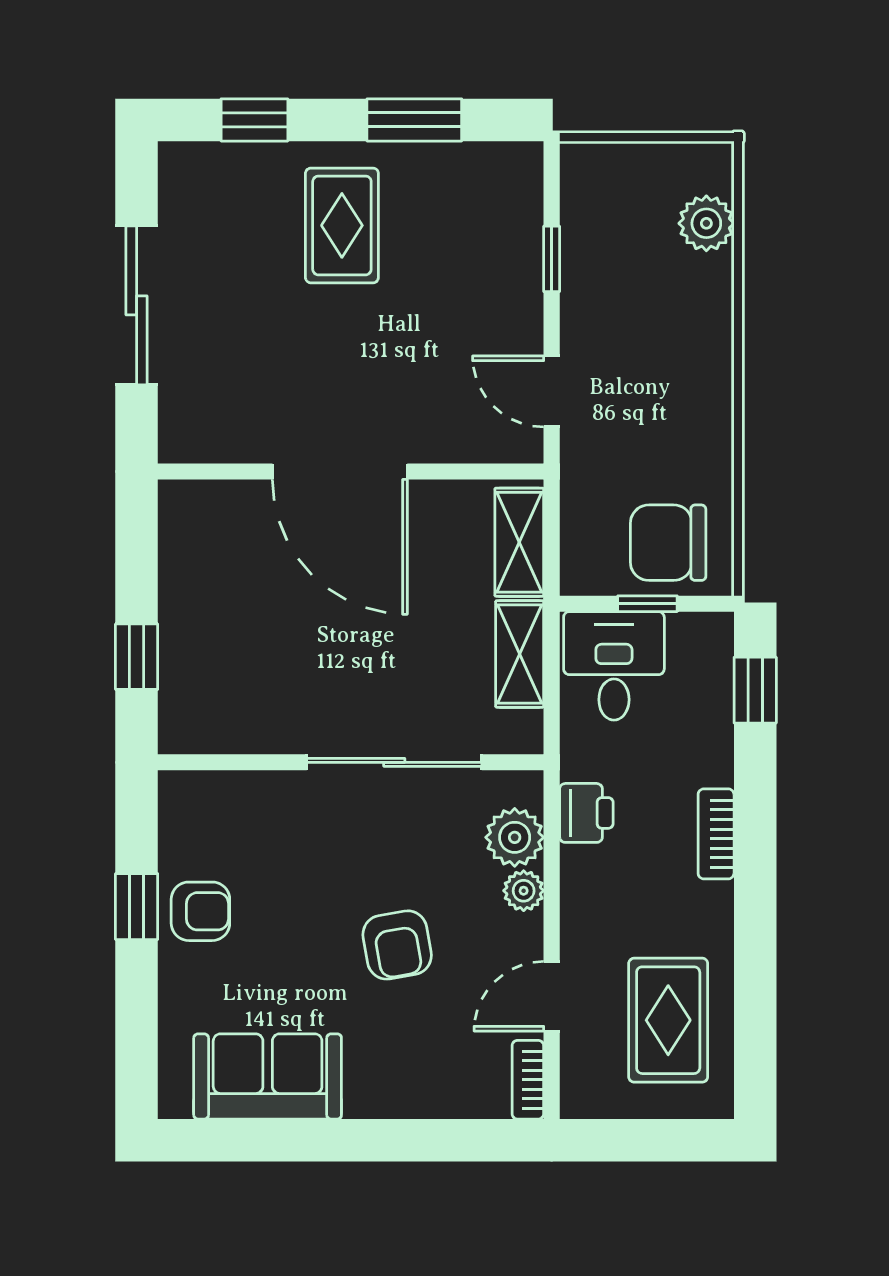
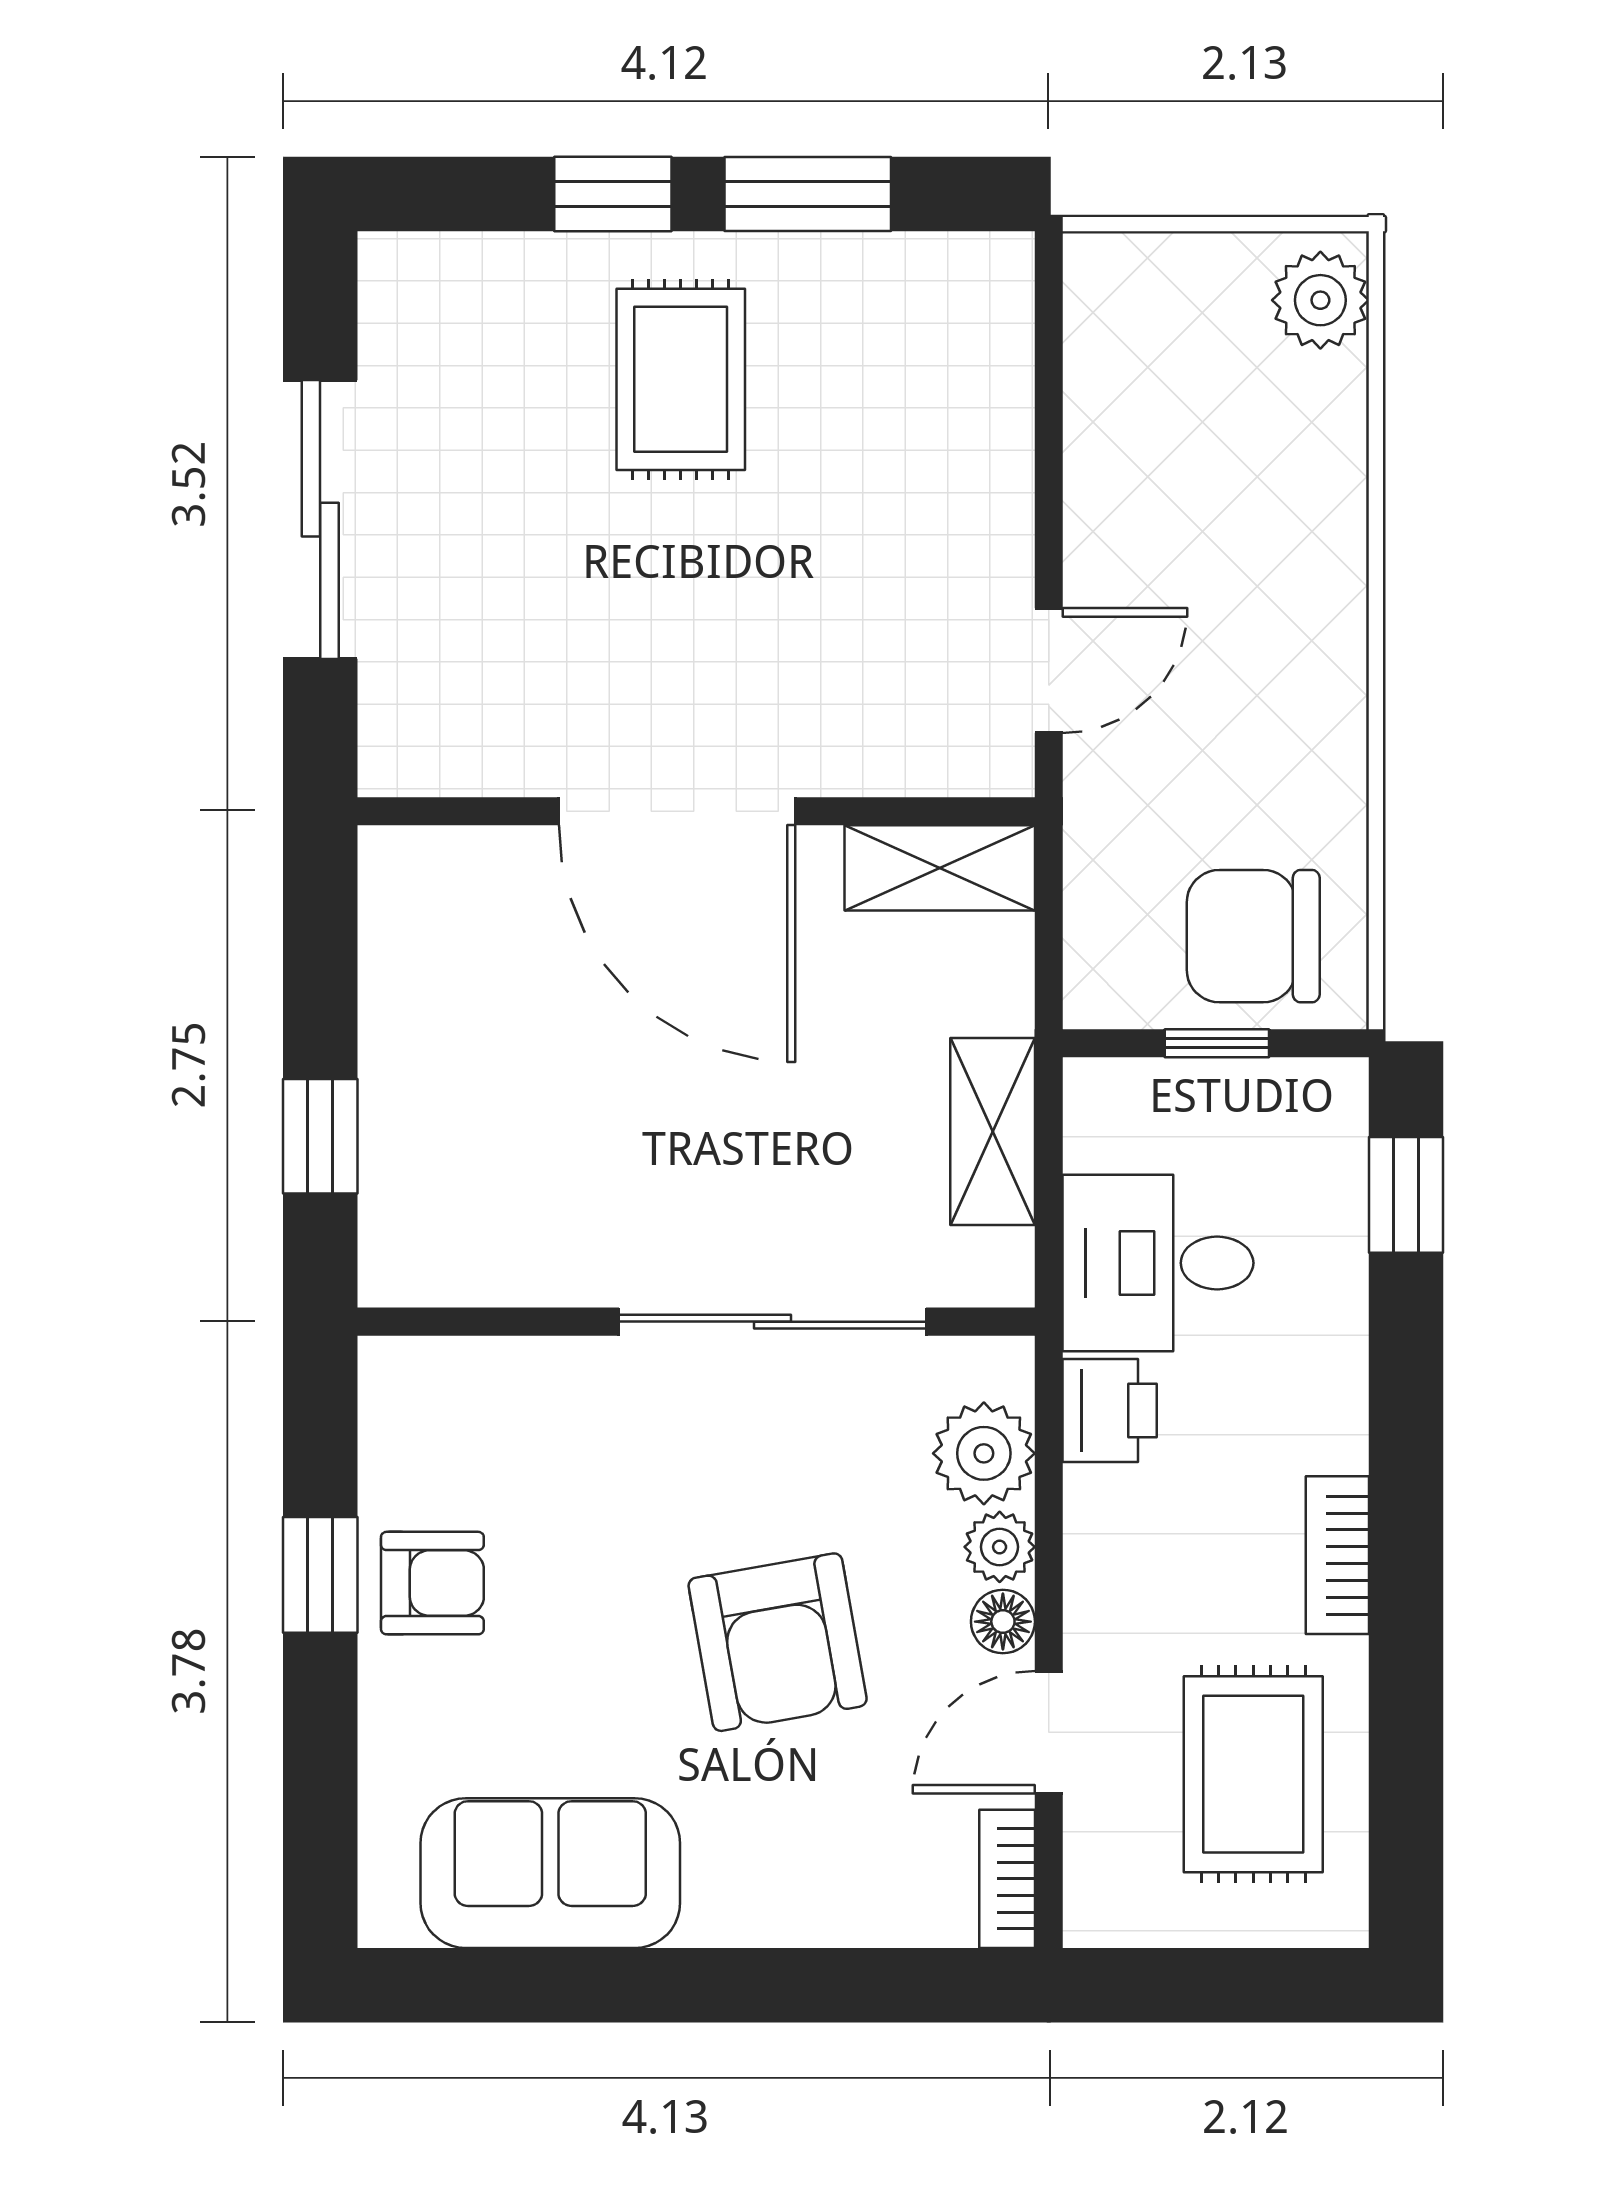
window: (254, 120) -> (613, 194), moved
plant: (706, 223) -> (1320, 300), moved
window: (552, 259) -> (1049, 438), removed
door: (552, 391) -> (1049, 671), swing flipped
shelving: (519, 542) -> (940, 868), moved, turned 90
desk: (614, 666) -> (1158, 1263), moved, turned -90
bookcase: (716, 834) -> (1337, 1555), moved
floor lamp: (526, 933) -> (1003, 1622), added
armchair: (397, 945) -> (778, 1642), width x1.38, depth x1.38

